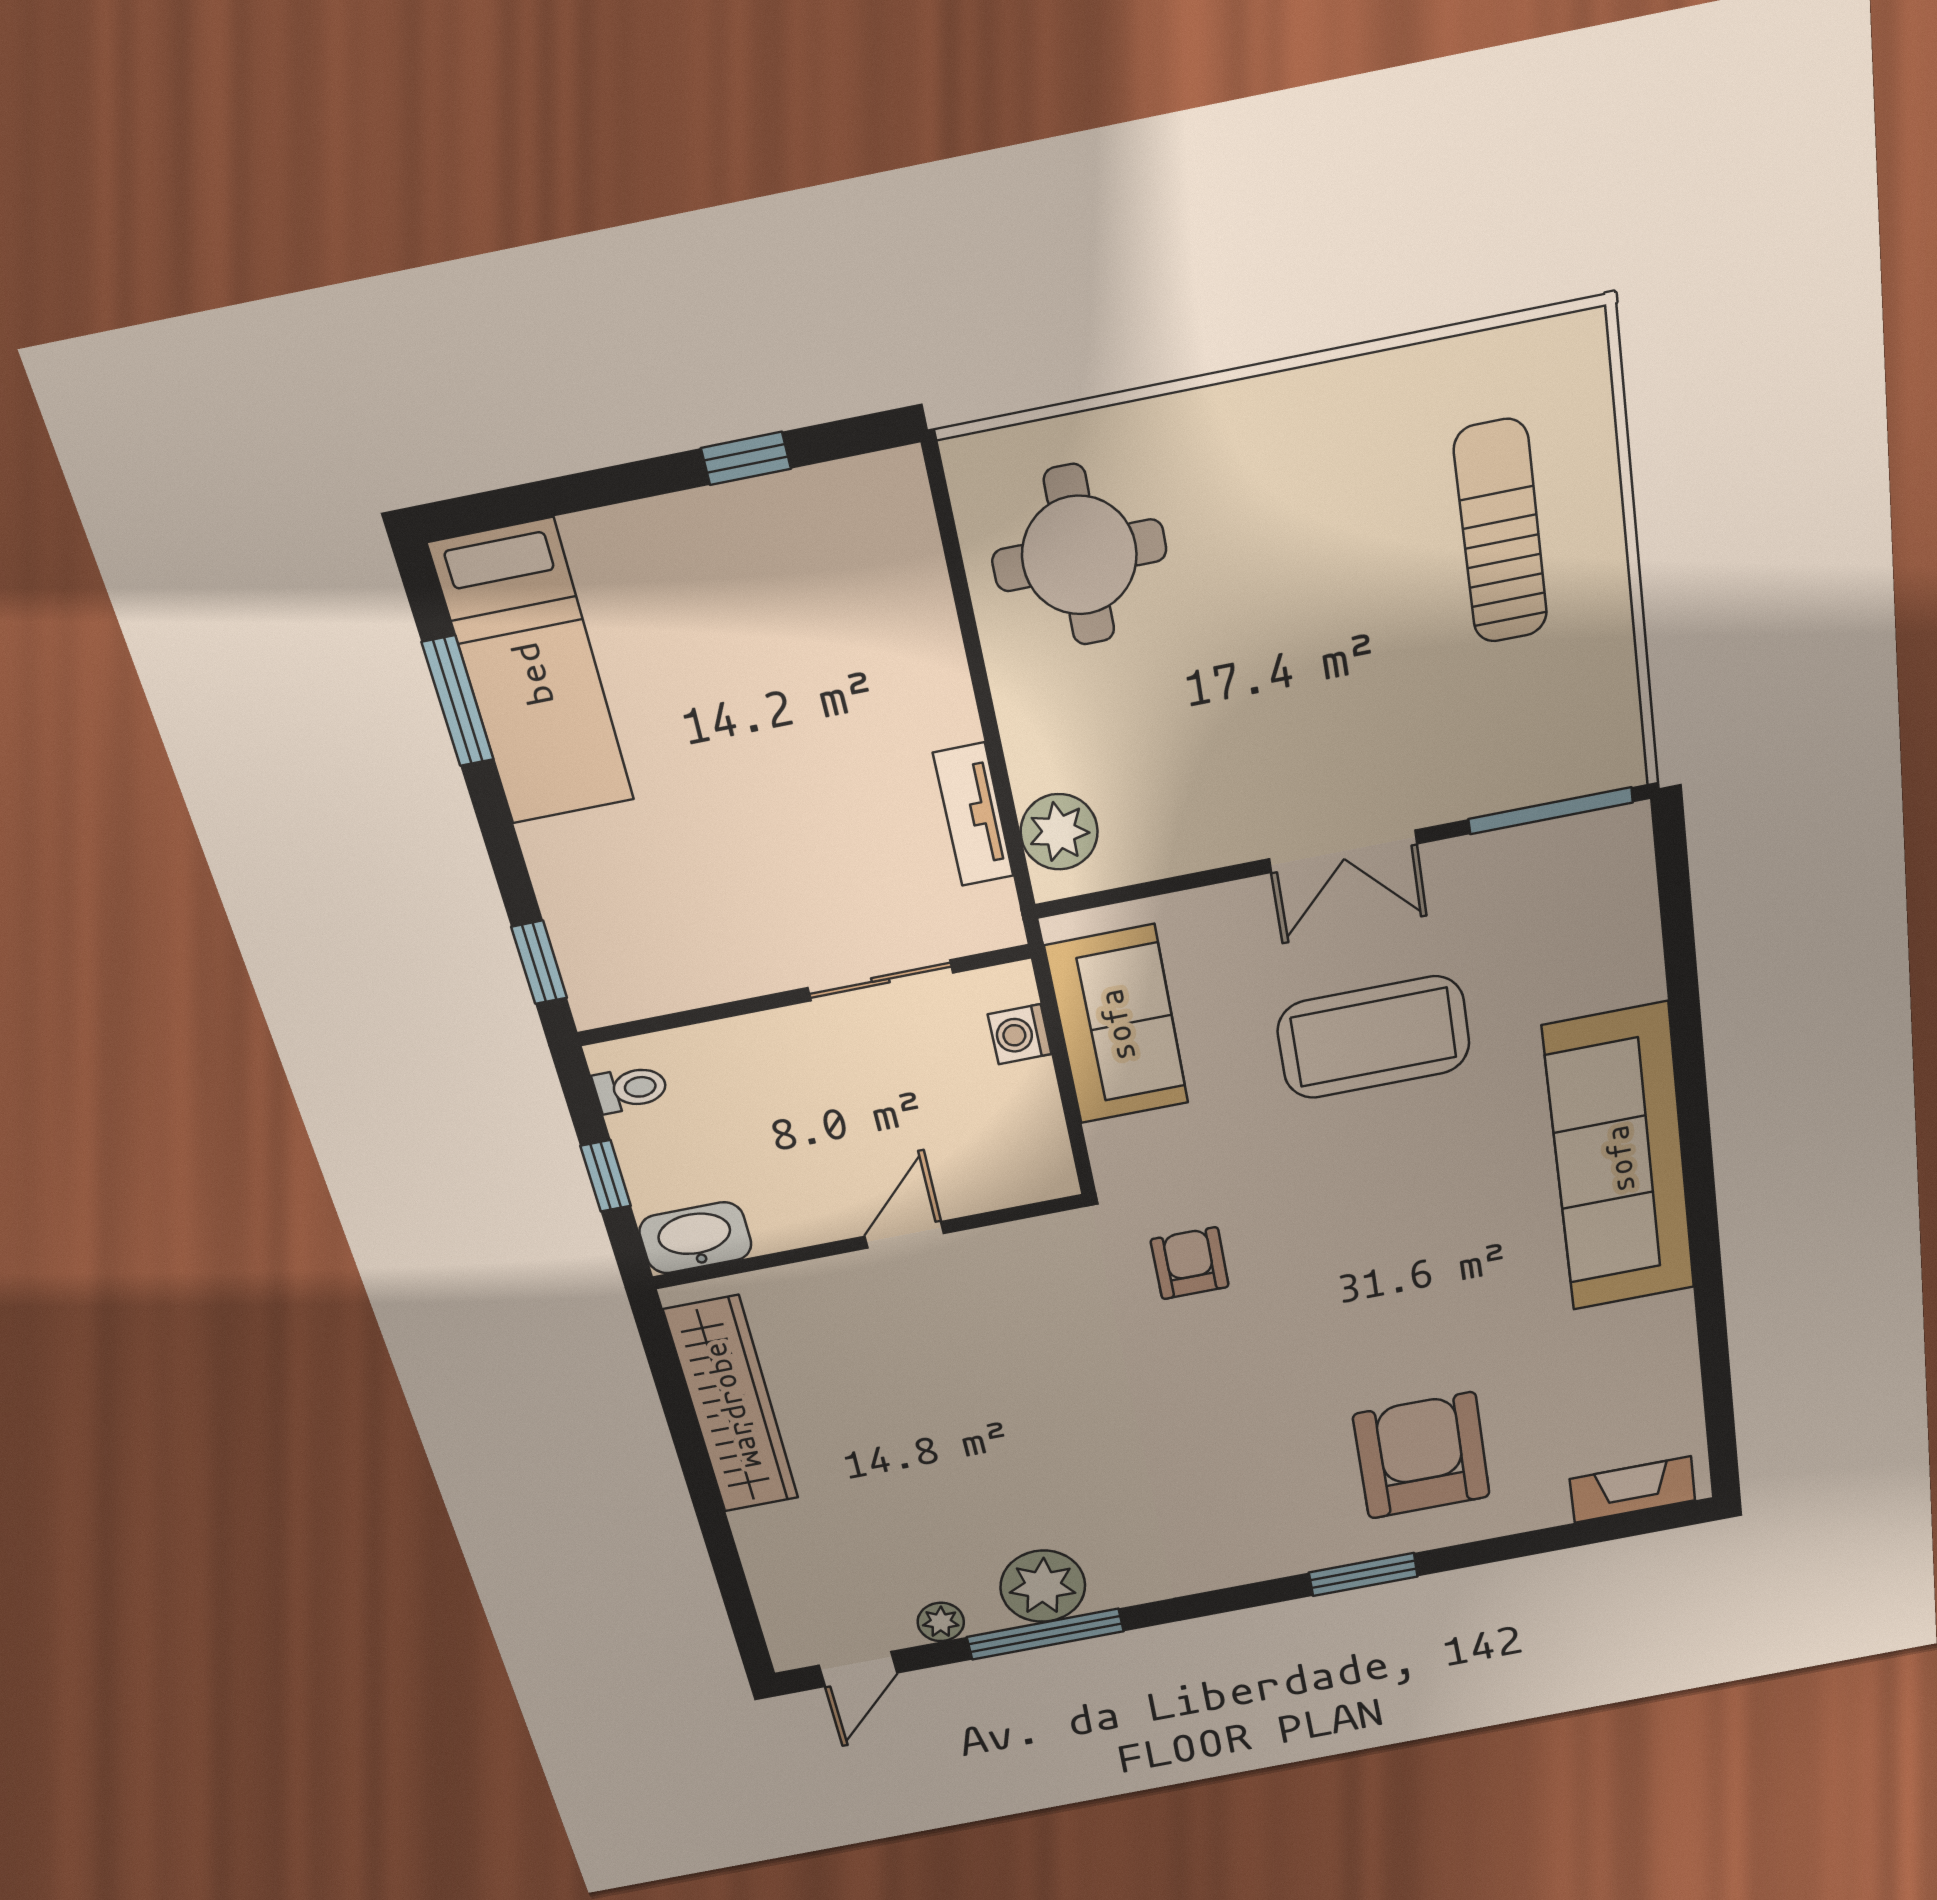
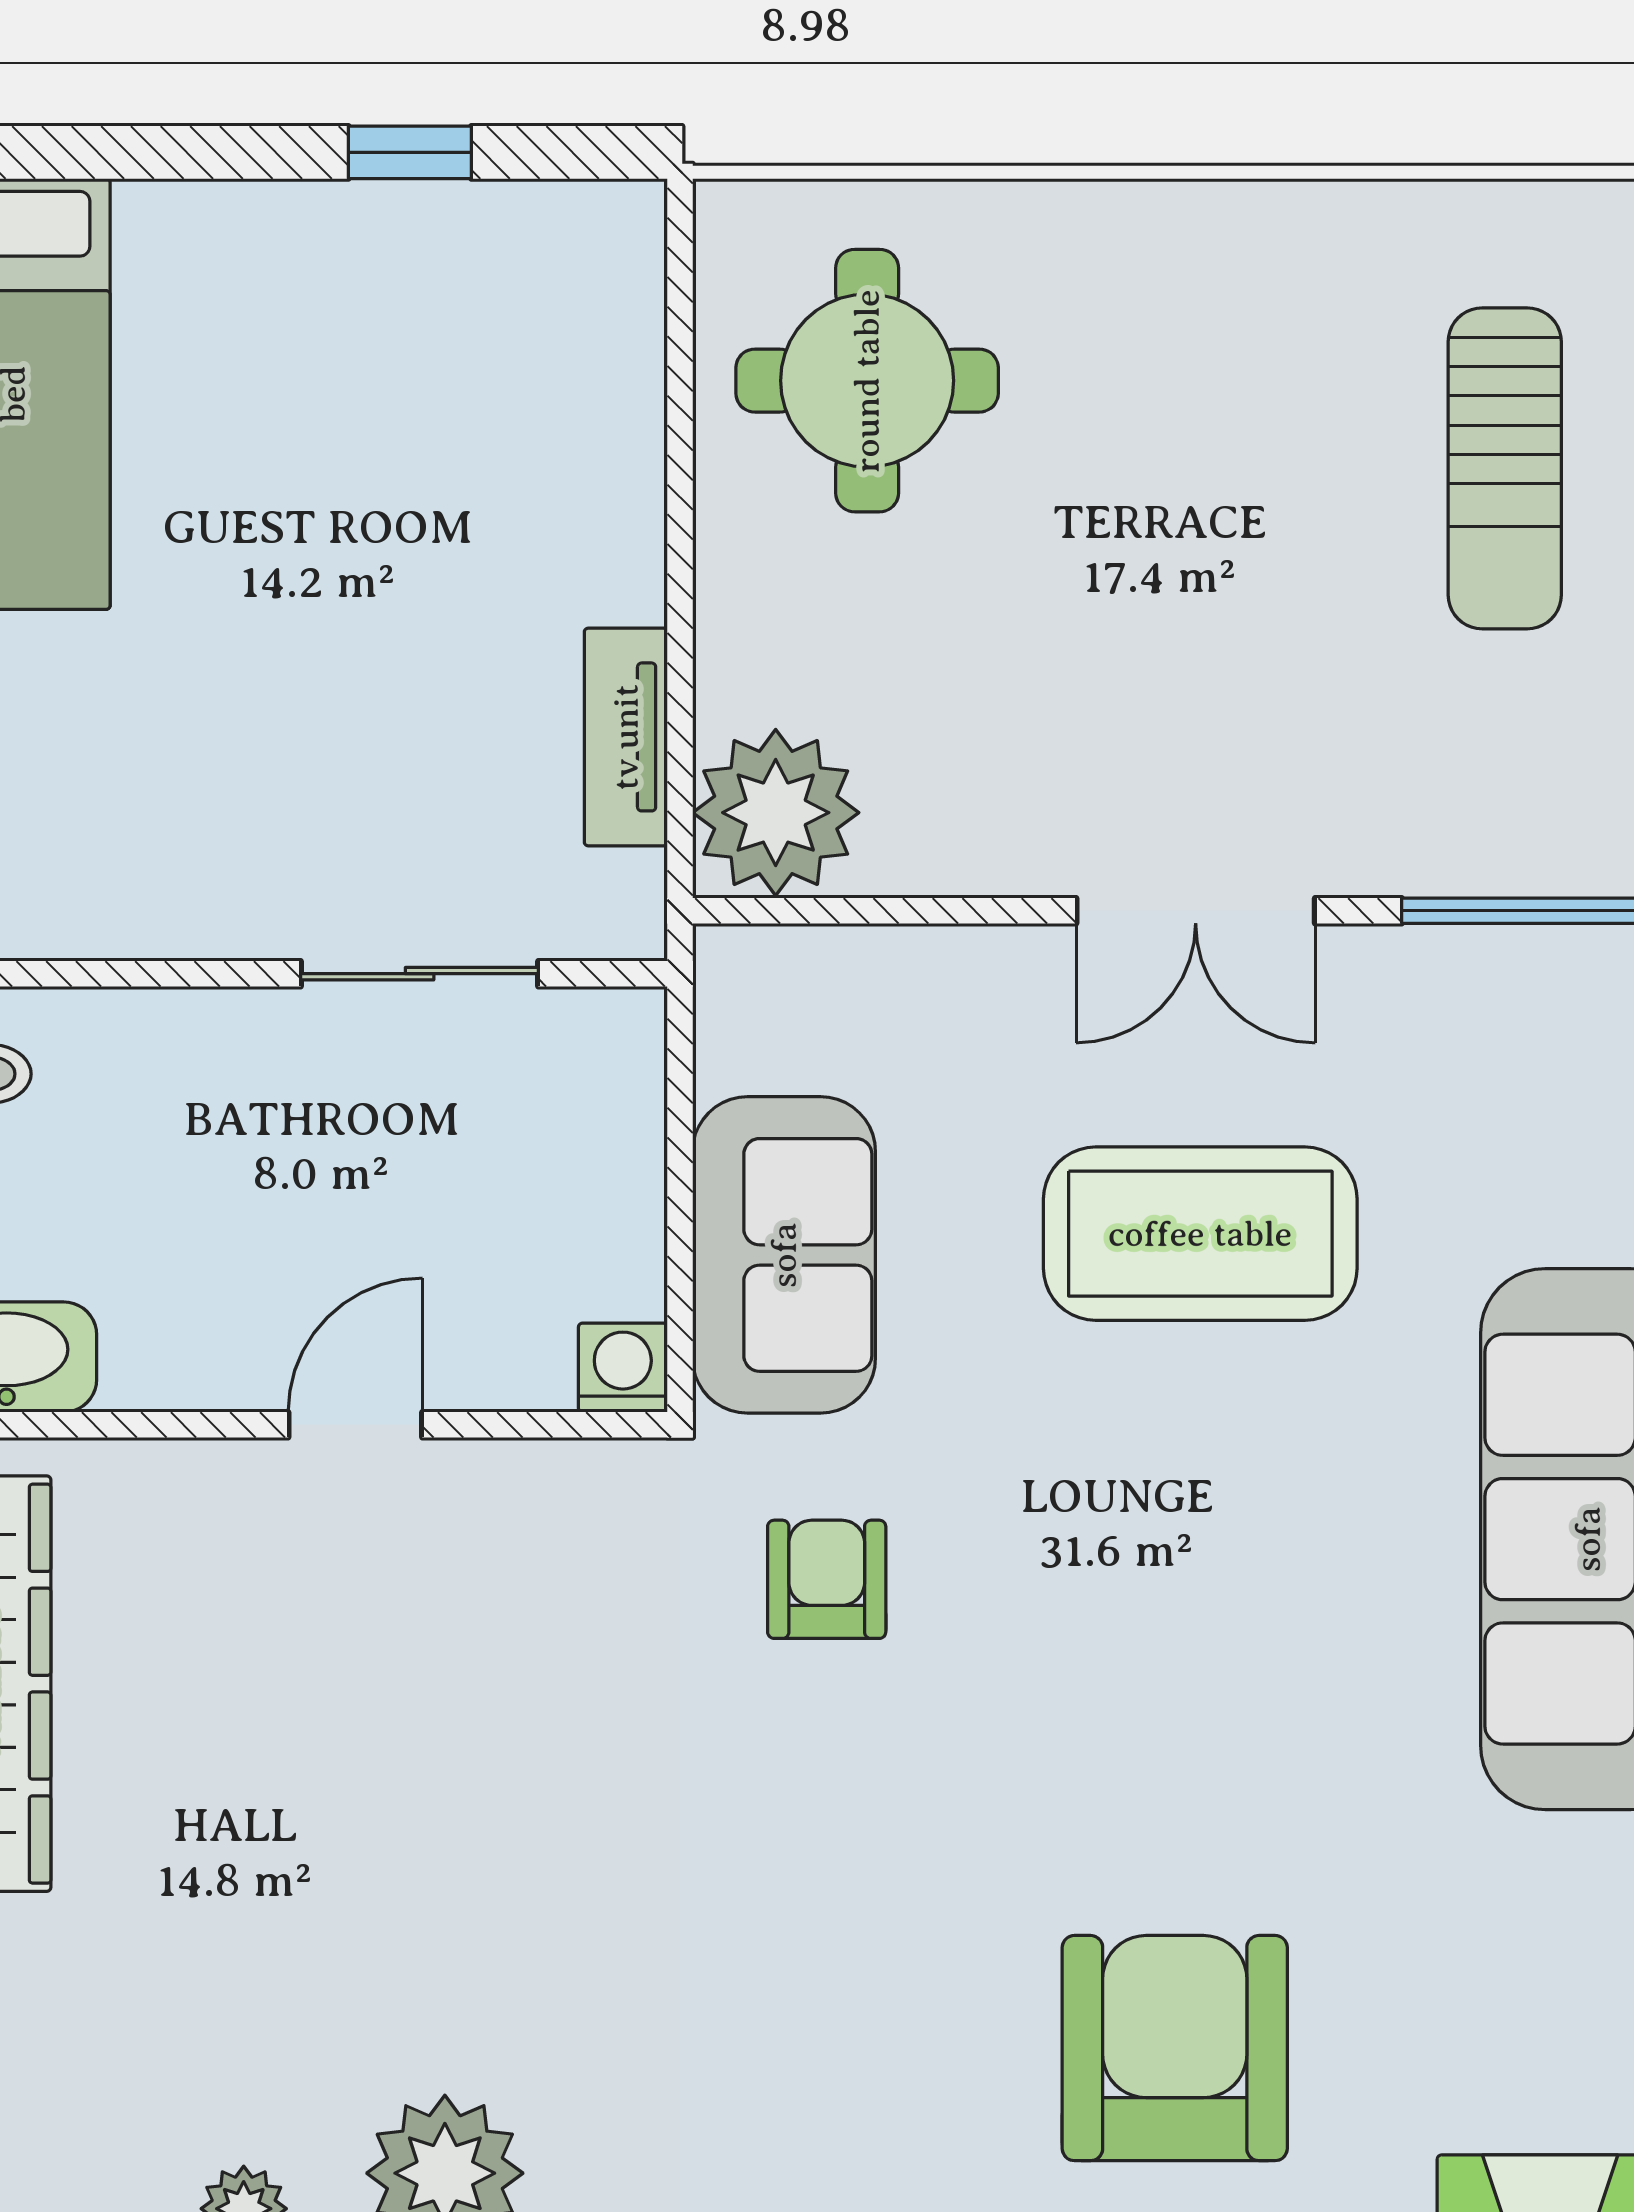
sun lounger: (1501, 532) -> (1505, 468), turned 180
plant: (1059, 832) -> (776, 813), width x1.36, depth x1.36
sofa: (1117, 1025) -> (784, 1255), moved
washing machine: (1020, 1034) -> (623, 1368), moved, turned 90

